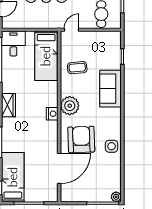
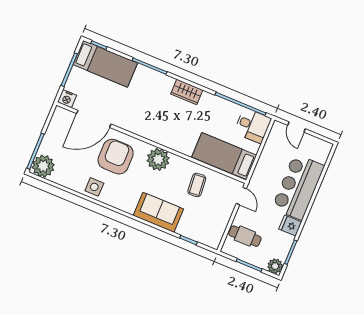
nightstand: (52, 114) -> (67, 99), moved
armchair: (81, 139) -> (116, 157), turned -88
door: (59, 168) -> (94, 119), hinge flipped
plant: (116, 197) -> (43, 166), width x1.88, depth x1.88

